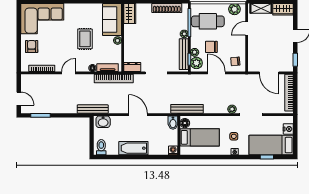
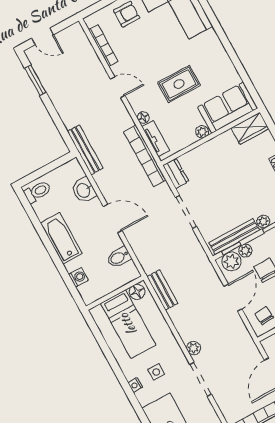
door: (19, 99) -> (43, 36), hinge flipped
bench: (187, 109) -> (162, 290), width x0.73
door: (138, 115) -> (113, 219), hinge flipped
washbasin: (103, 122) -> (84, 190), moved
bidet: (173, 123) -> (119, 257), moved
washing machine: (173, 150) -> (78, 277), moved

